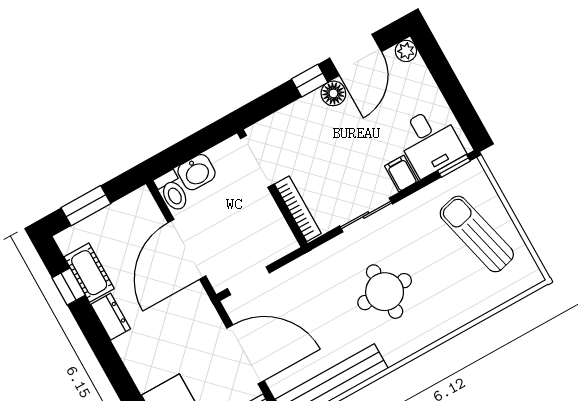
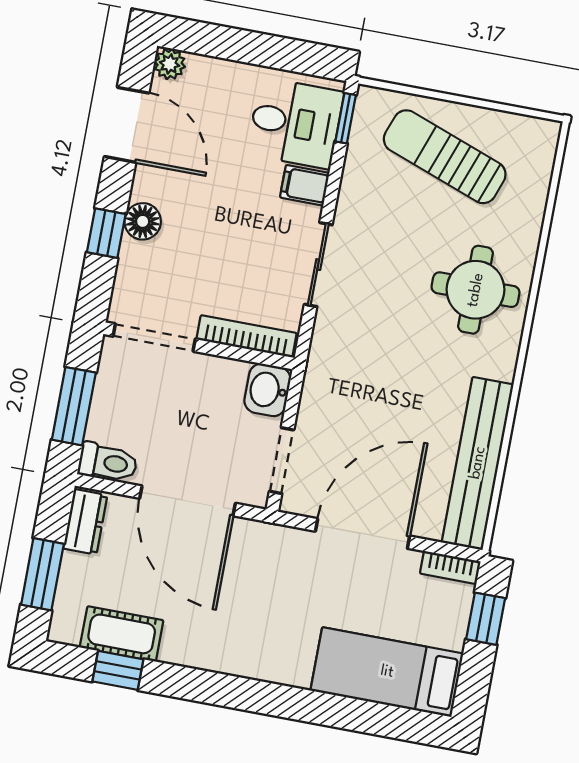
window: (310, 81) -> (106, 233), moved
floor lamp: (333, 93) -> (143, 221), moved
window: (187, 149) -> (74, 406), added
washbasin: (196, 172) -> (267, 390), moved, turned 180
sun lounger: (477, 234) -> (445, 157), turned 34
round table: (385, 292) -> (476, 290), moved
dresser: (111, 317) -> (85, 522), moved, turned 90

